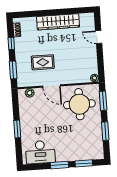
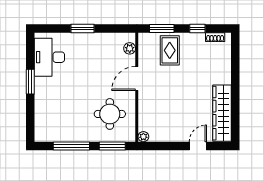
wardrobe: (58, 22) -> (222, 113), moved
rug: (43, 62) -> (170, 50), moved
round table: (79, 104) -> (110, 114), width x0.73, depth x0.73
window: (105, 131) -> (71, 146), width x1.44
window: (84, 163) -> (30, 114), removed

